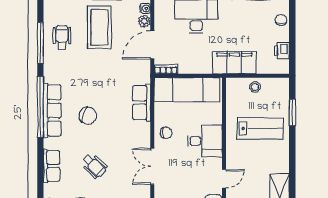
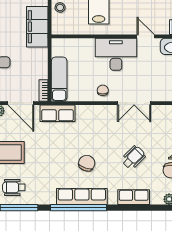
exam couch: (187, 90) -> (59, 79), width x0.73, depth x0.69
row of seats: (142, 103) -> (58, 113), moved
desk: (205, 141) -> (116, 54), width x1.37

